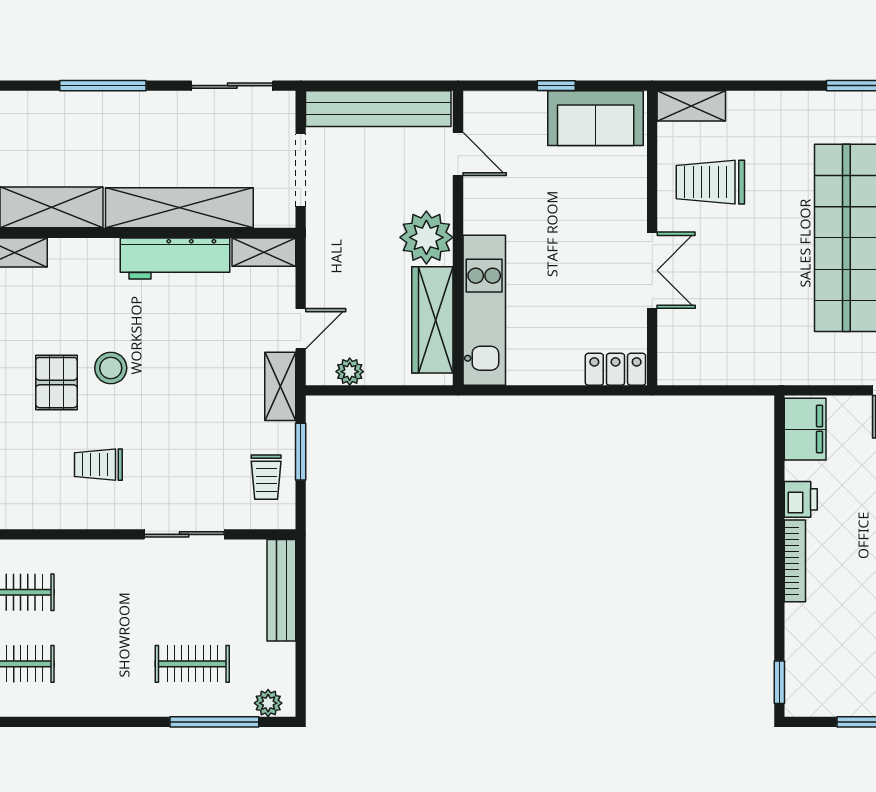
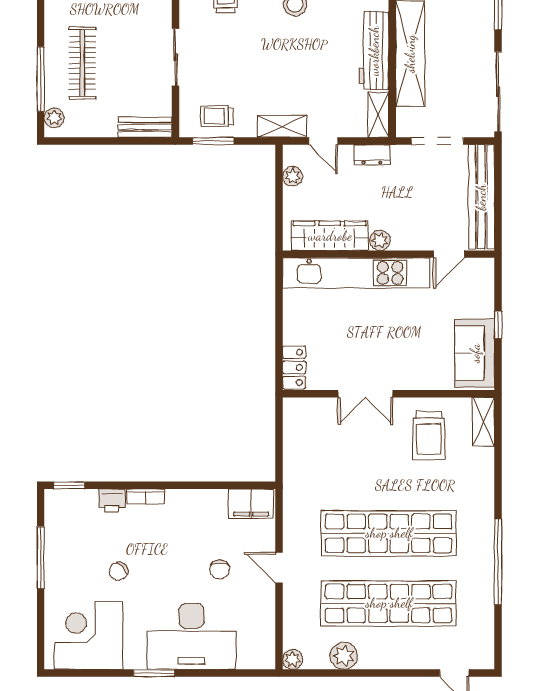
sliding door: (232, 86) -> (498, 92), width x1.37
trolley: (710, 182) -> (429, 436), turned 180
plant: (426, 237) -> (380, 240), width x0.53, depth x0.53
dresser: (320, 261) -> (372, 155), added
kitchen unit: (484, 310) -> (356, 273), width x1.36
window: (301, 452) -> (213, 141), moved
printer: (801, 499) -> (112, 501), moved
bookcase: (795, 561) -> (146, 496), width x0.64
bench: (281, 590) -> (145, 127), width x0.73
clothes rail: (192, 664) -> (82, 63), width x1.36

